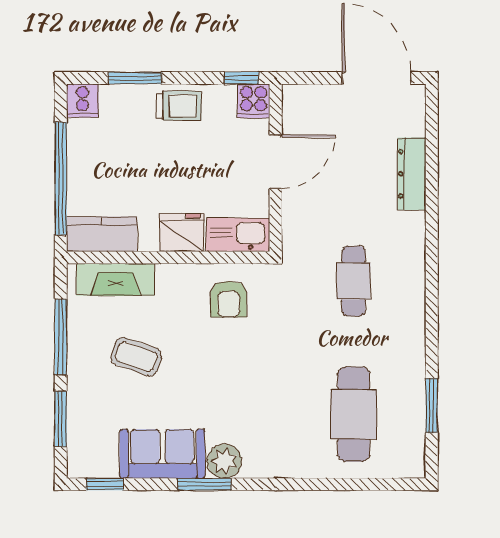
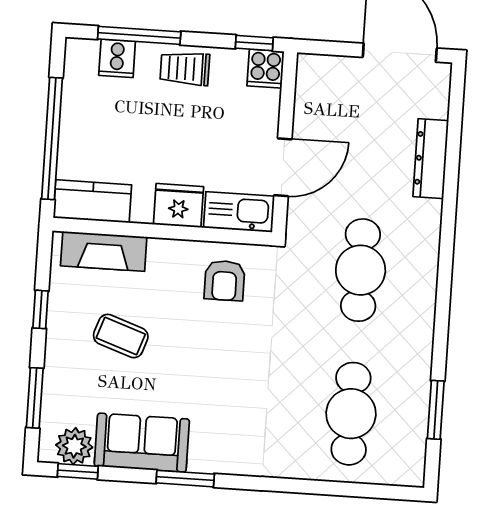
window: (135, 78) -> (139, 35), width x1.44
cooker: (82, 101) -> (117, 58), moved
trolley: (179, 106) -> (185, 69), turned 180
door: (276, 162) -> (283, 167), moved
cafe table: (354, 281) -> (361, 270), width x1.37, depth x1.35
window: (61, 337) -> (41, 309), width x0.46
plant: (224, 461) -> (74, 446), moved

